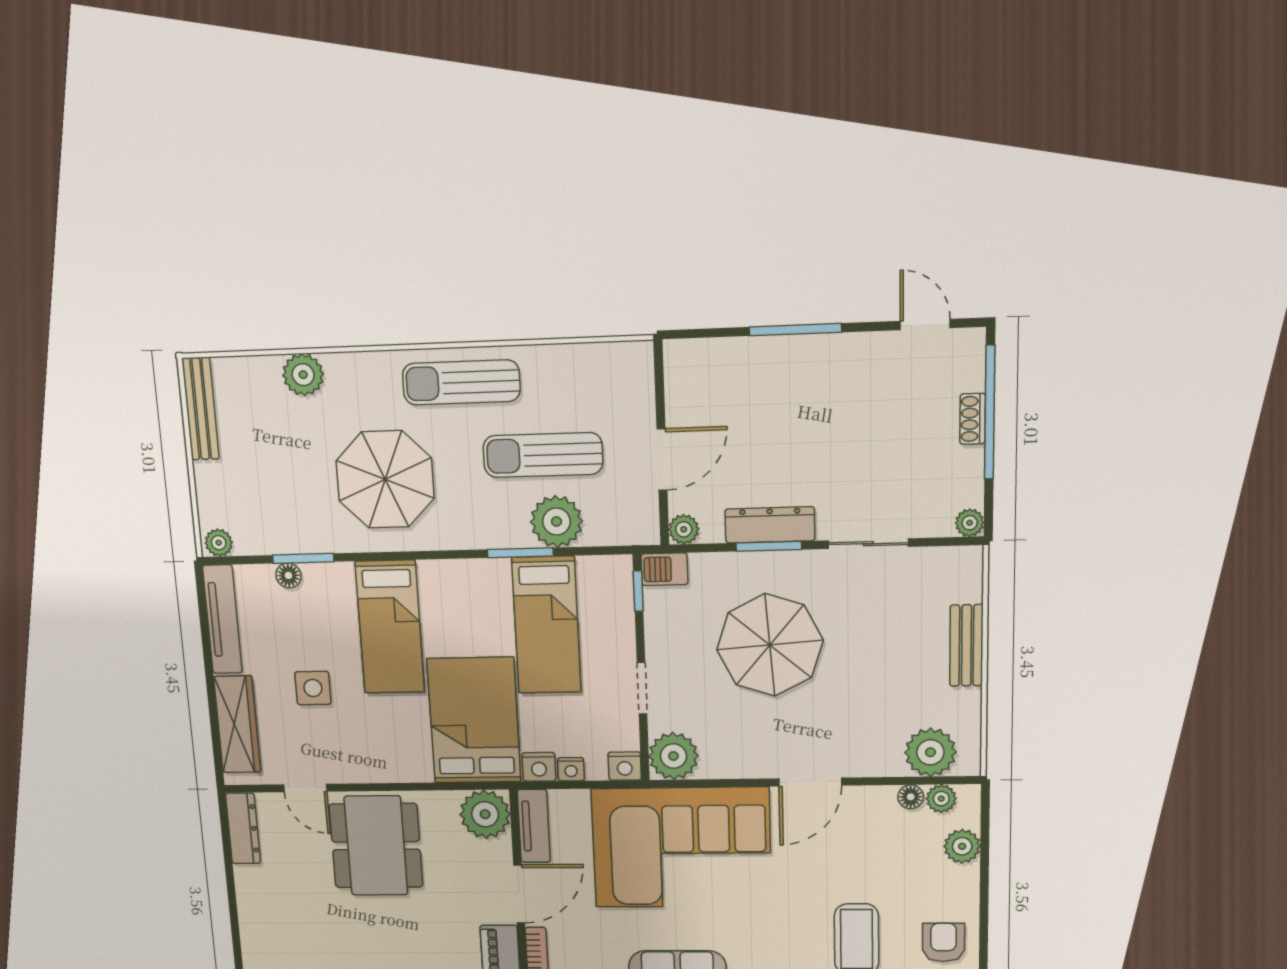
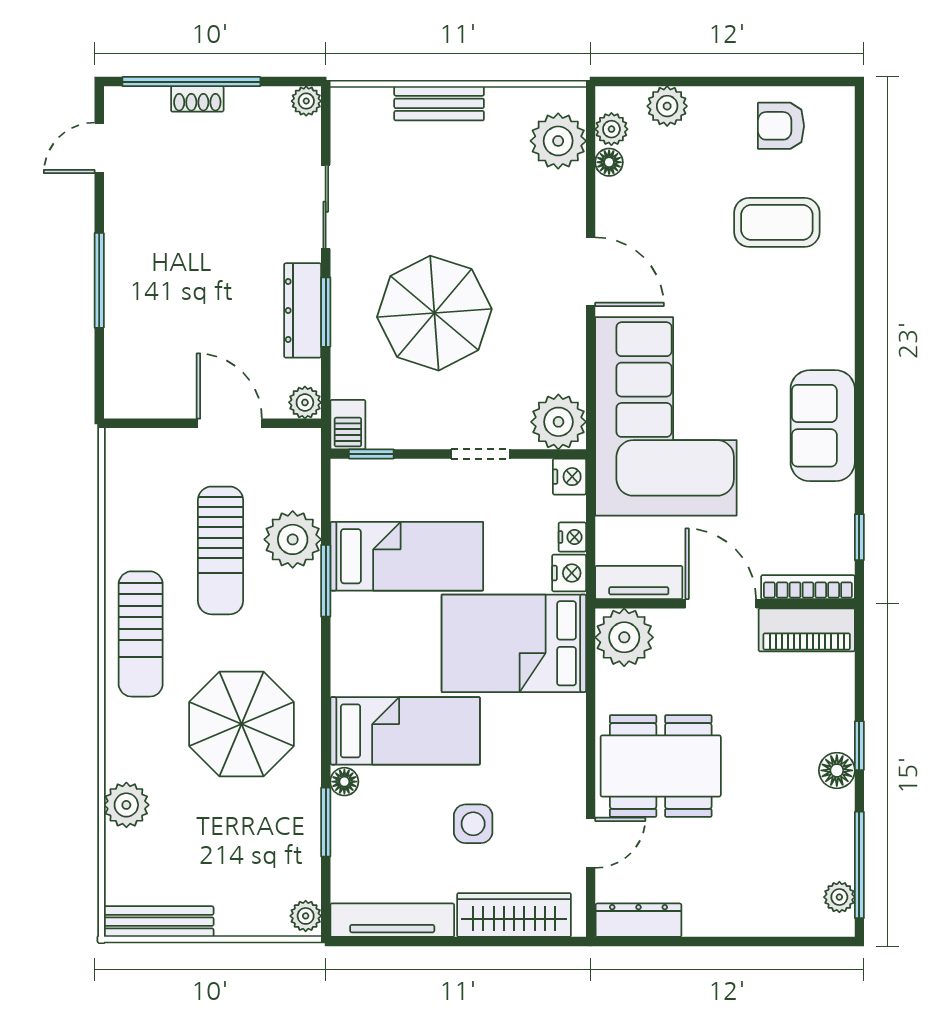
floor lamp: (288, 575) -> (344, 782), moved

